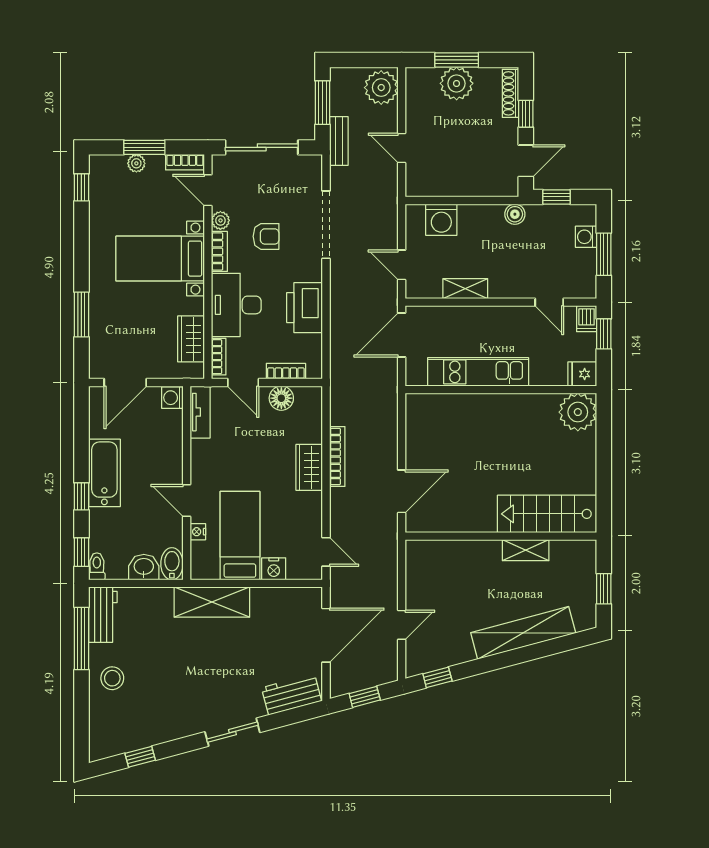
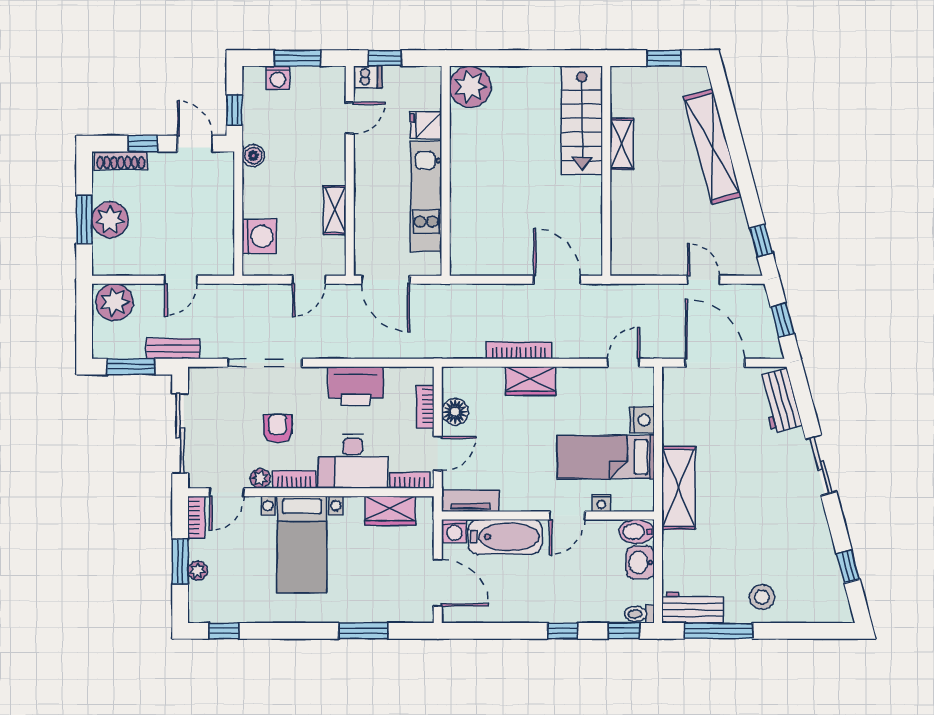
fridge: (582, 374) -> (426, 125), moved, turned 90
bathtub: (104, 473) -> (505, 537), moved, turned 180

